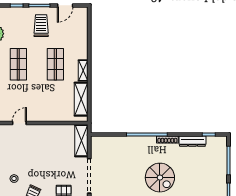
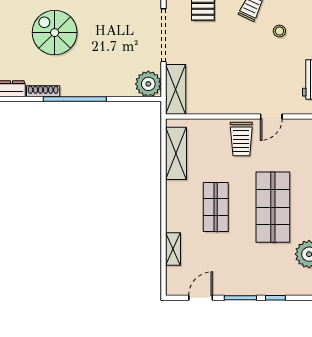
trolley: (41, 26) -> (241, 139), moved
shop shelf: (18, 64) -> (273, 207), width x1.43, depth x1.36
shelving: (83, 71) -> (173, 249), moved
plant: (99, 144) -> (148, 84), added

